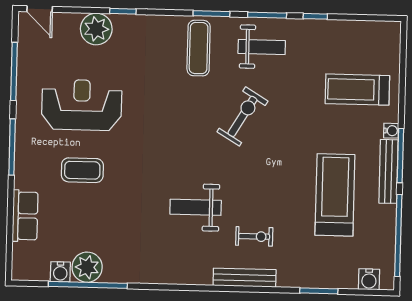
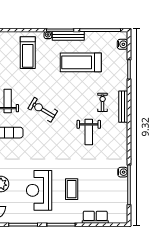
plant: (87, 267) -> (120, 186), removed
water cooler: (60, 272) -> (123, 172), moved

